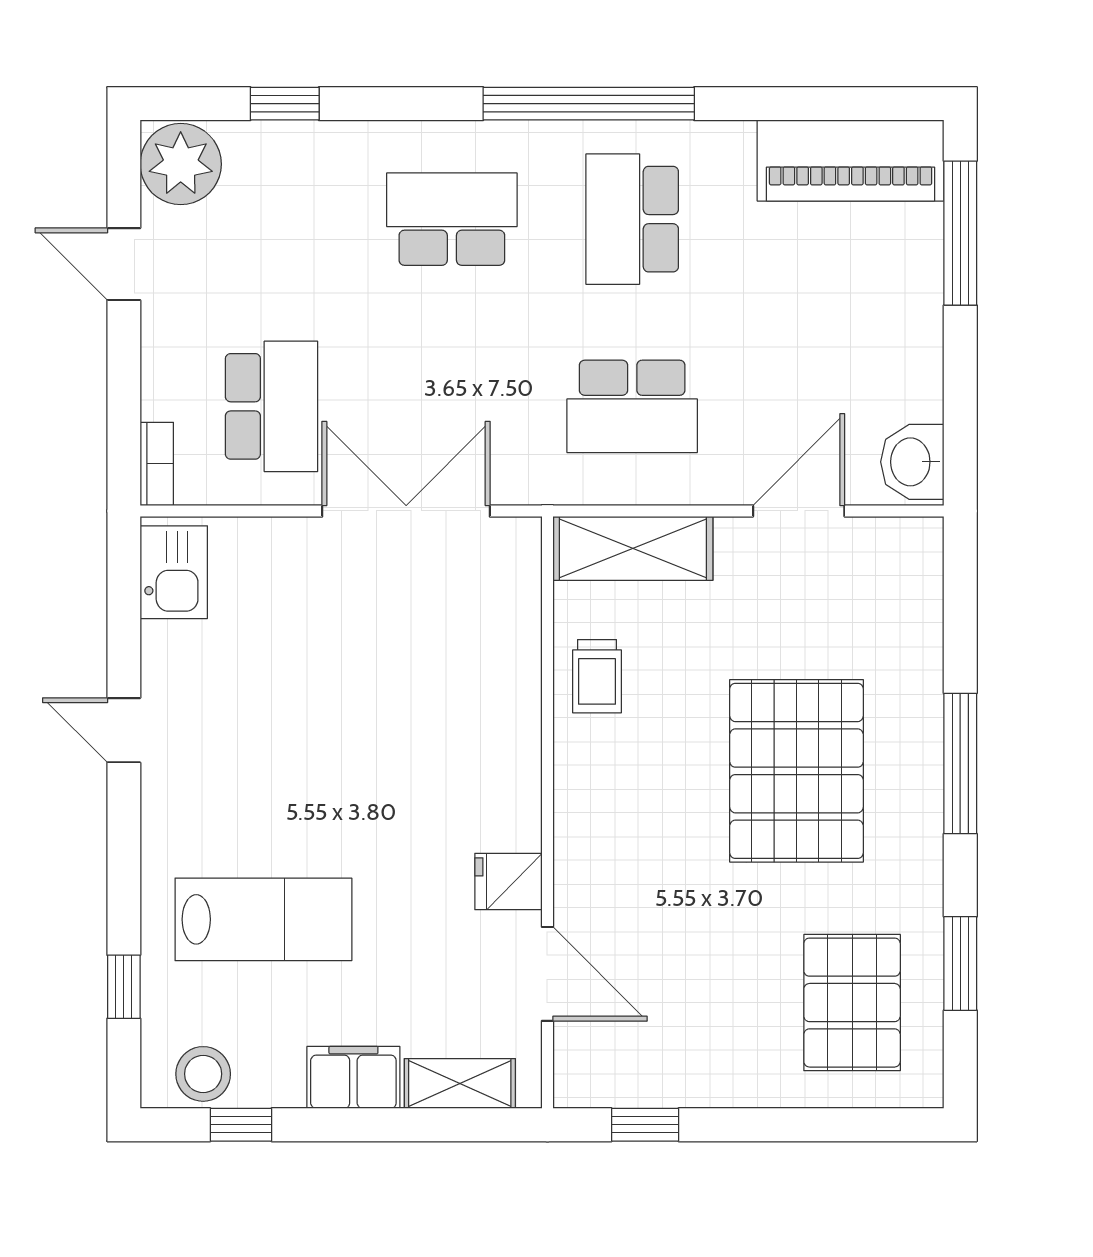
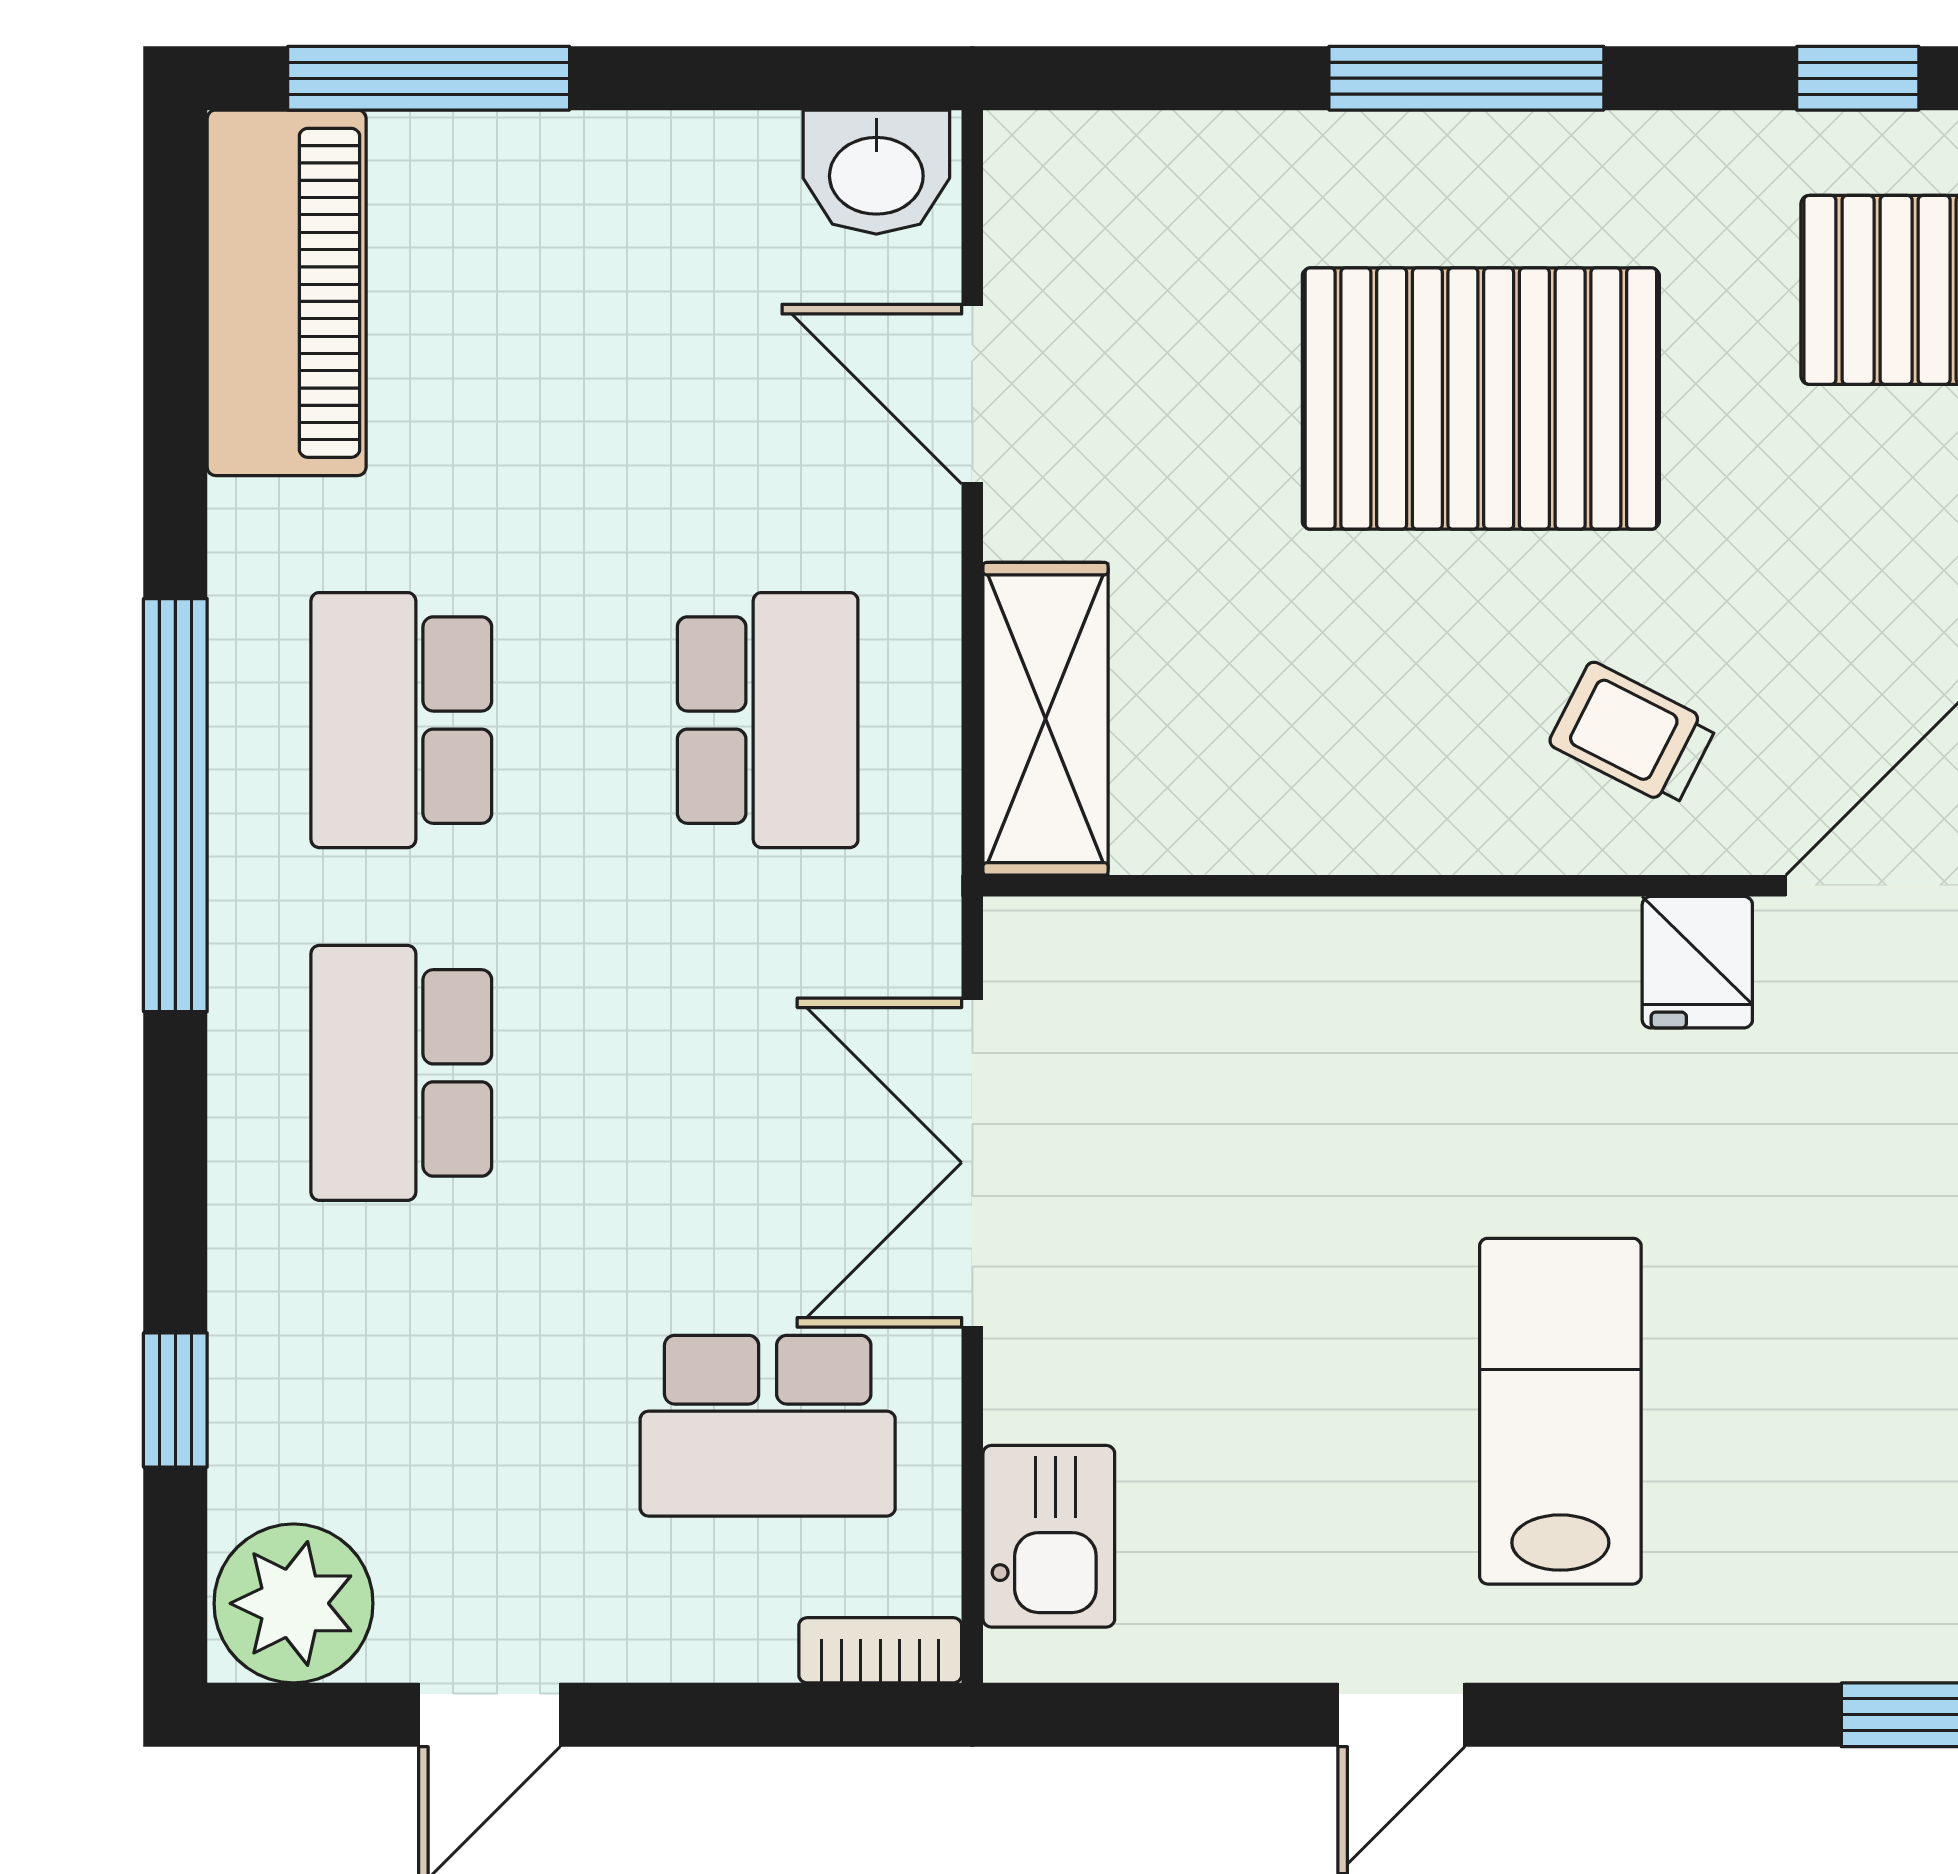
school desk: (632, 219) -> (401, 720), turned 90
school desk: (272, 406) -> (768, 1426), turned 180
kitchen sink: (174, 572) -> (1049, 1536), moved, turned 90
trolley: (597, 676) -> (1633, 734), moved, turned -153
lab bench: (263, 919) -> (1560, 1411), moved
window: (960, 964) -> (1858, 78), width x0.67

